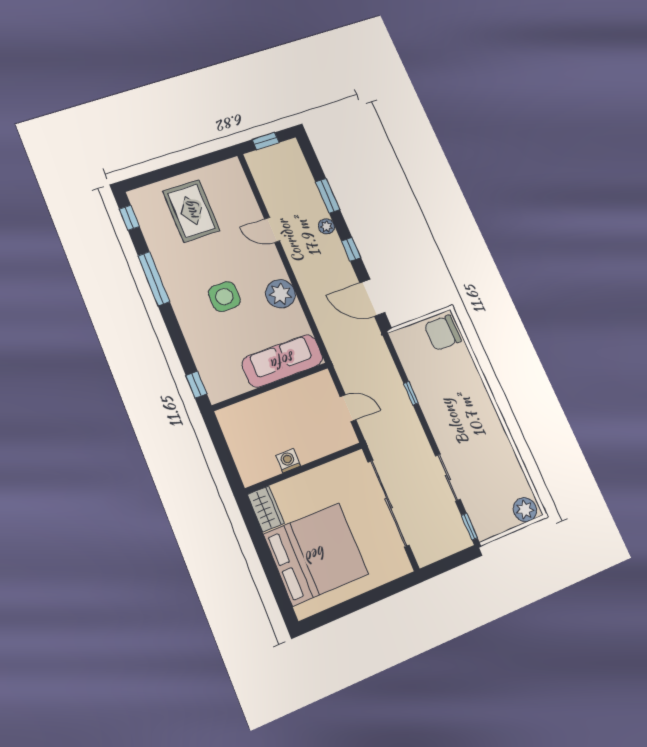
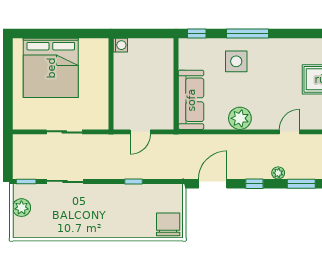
window: (154, 279) -> (248, 33), moved
side table: (224, 297) -> (236, 61), moved
washing machine: (288, 461) -> (120, 45), moved
sliding door: (388, 503) -> (64, 132), width x0.54
wardrobe: (266, 509) -> (94, 47), removed
plant: (525, 510) -> (21, 208), moved

